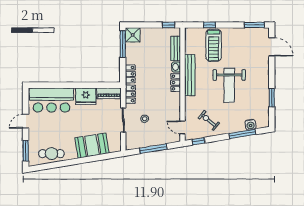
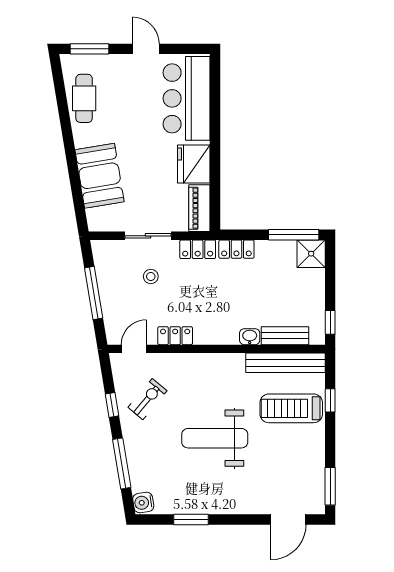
bench: (190, 75) -> (285, 363), moved
locker: (176, 83) -> (175, 336), moved
water cooler: (250, 125) -> (143, 503), moved
window: (198, 141) -> (112, 405), moved

